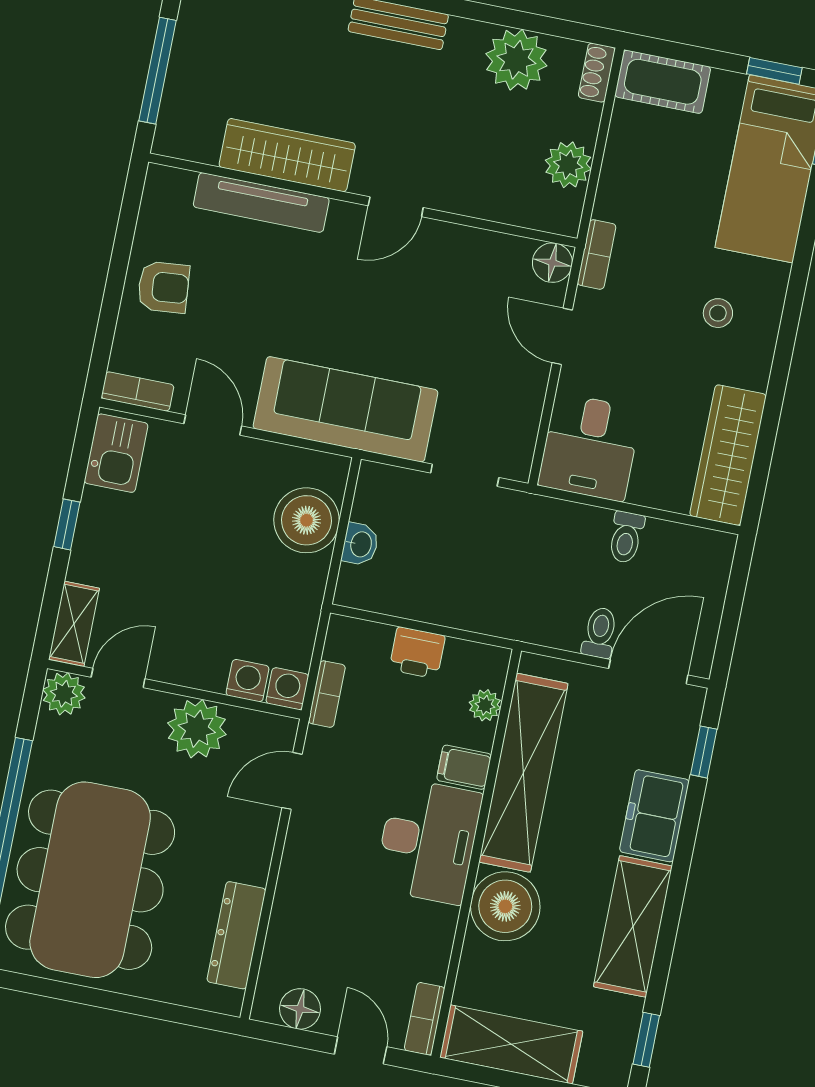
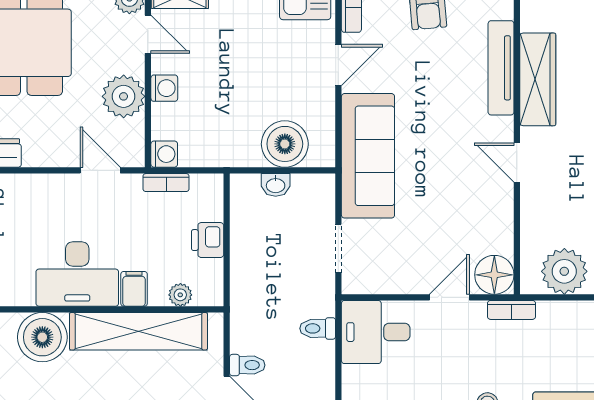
plant: (568, 165) -> (564, 271), width x1.36, depth x1.36
floor lamp: (552, 263) -> (494, 275), width x1.38, depth x1.38
toilet: (626, 537) -> (318, 328), moved
washing machine: (248, 681) -> (164, 88), moved

